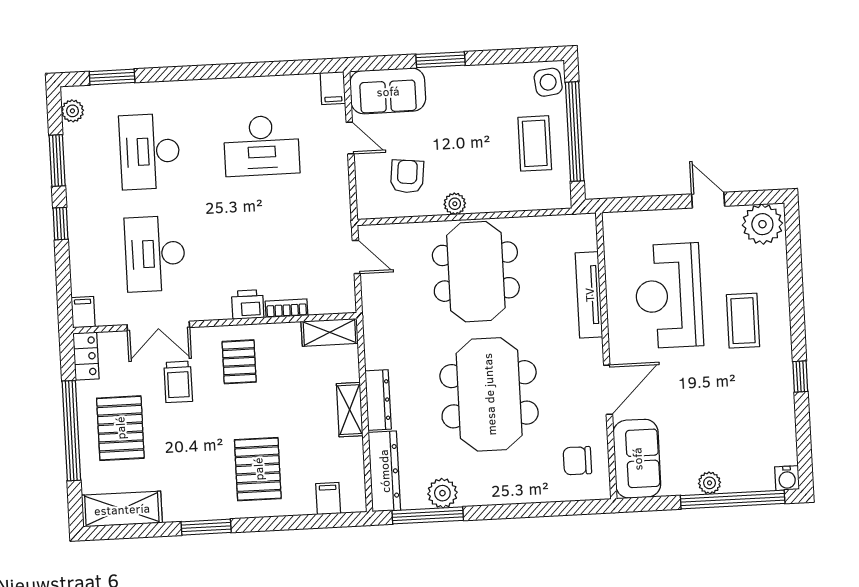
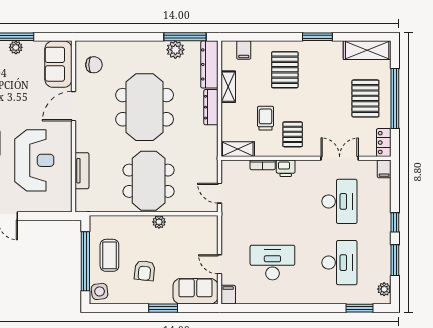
armchair: (407, 176) -> (145, 271), moved
tv unit: (589, 295) -> (82, 171), width x0.71
trolley: (178, 382) -> (265, 118), moved
shelving: (350, 410) -> (228, 87), moved

